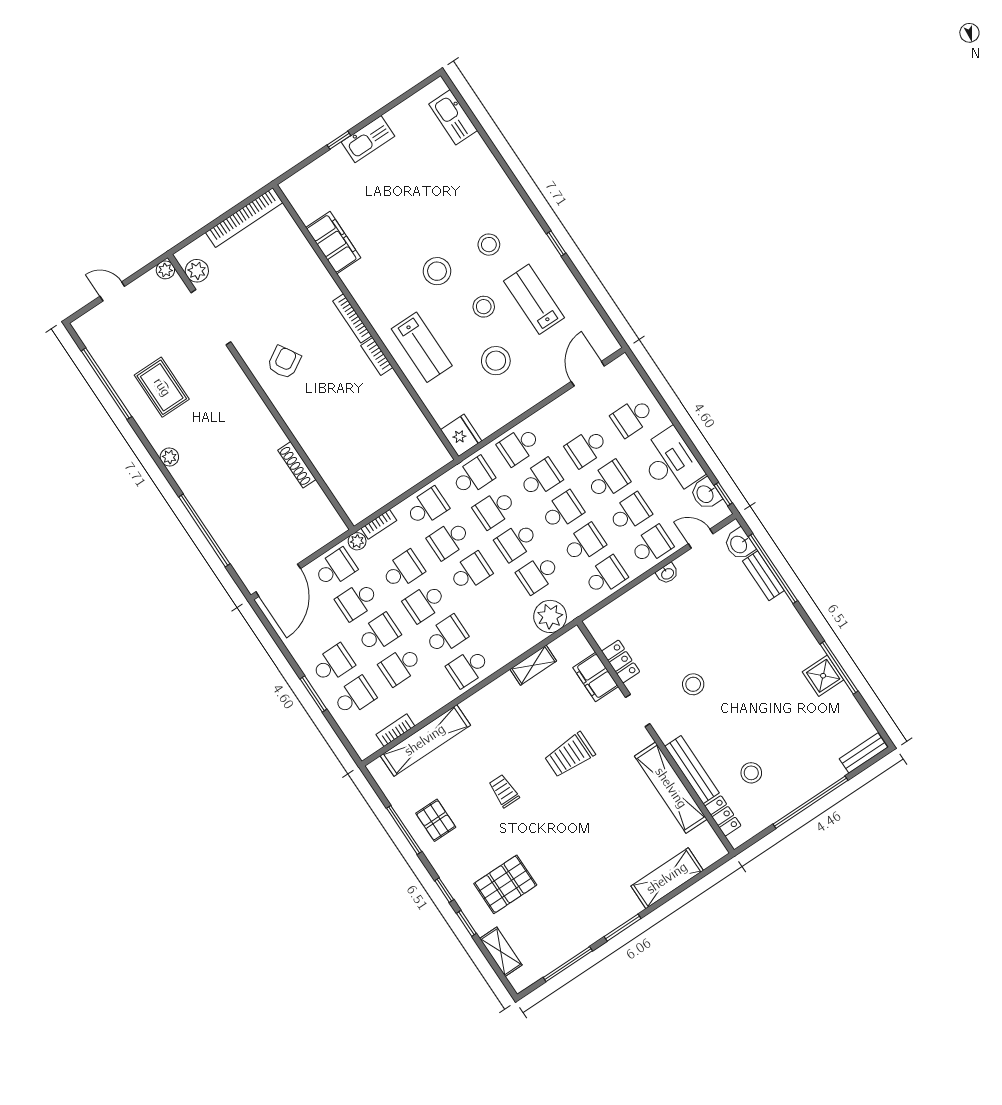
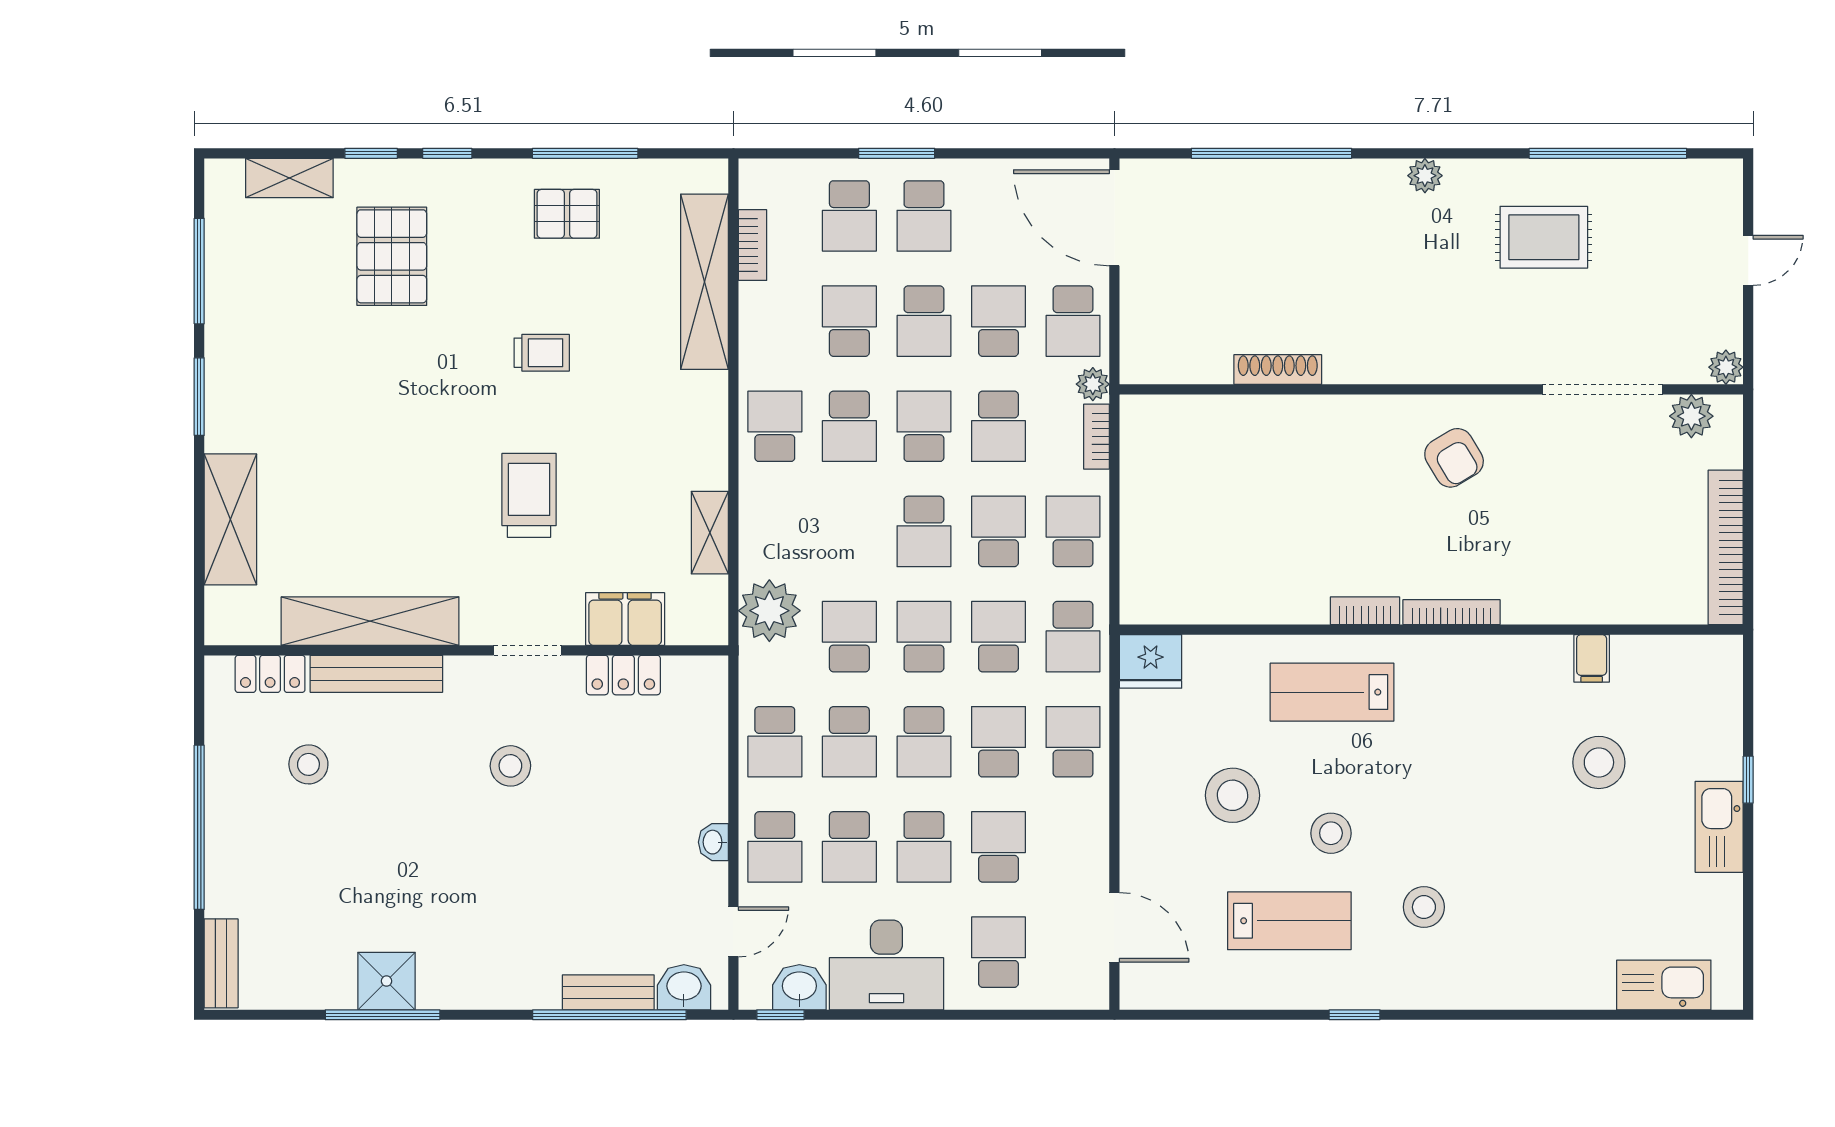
filing cabinet: (333, 243) -> (1592, 658), width x0.33, depth x0.86
stool: (437, 271) -> (1599, 762), moved
school desk: (541, 478) -> (998, 742), turned 180
school desk: (427, 507) -> (1073, 531), turned 180

